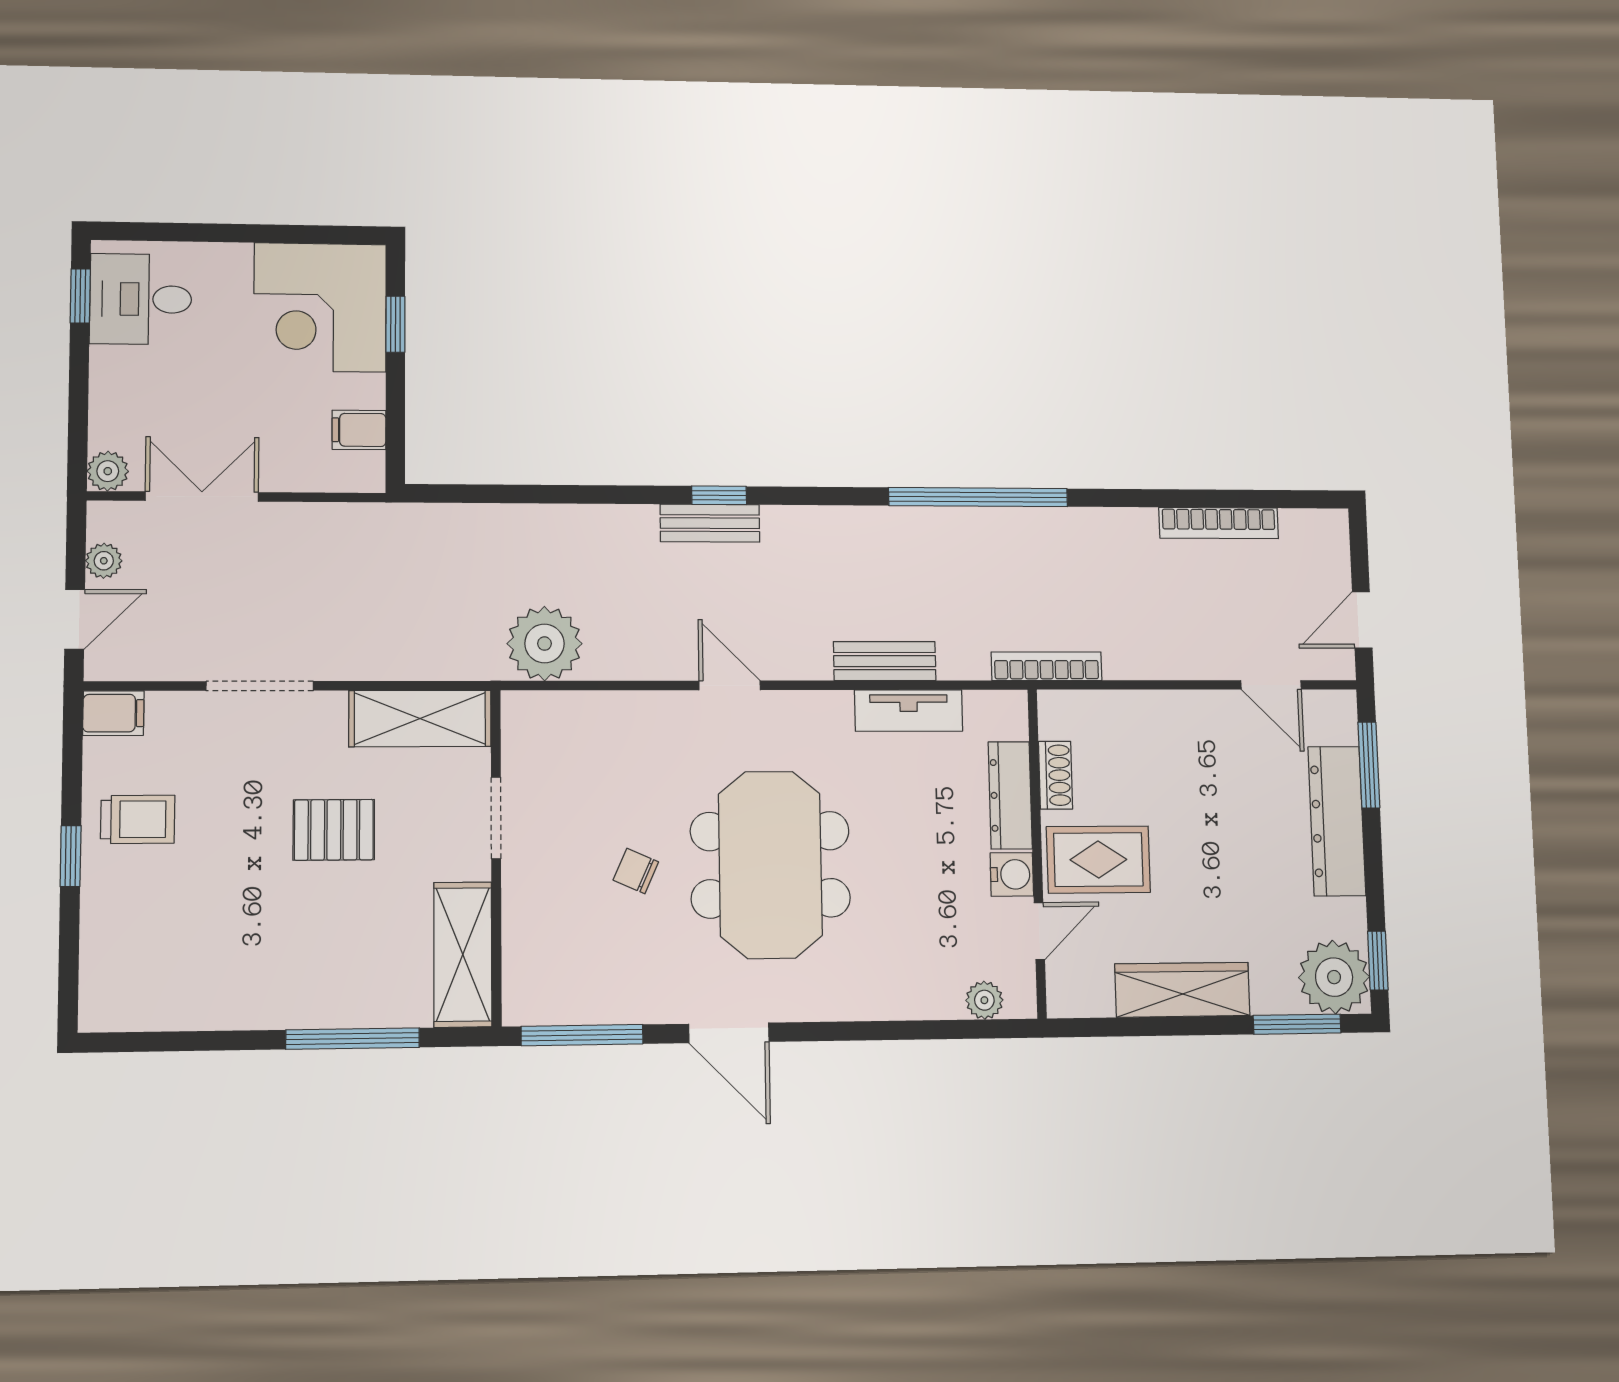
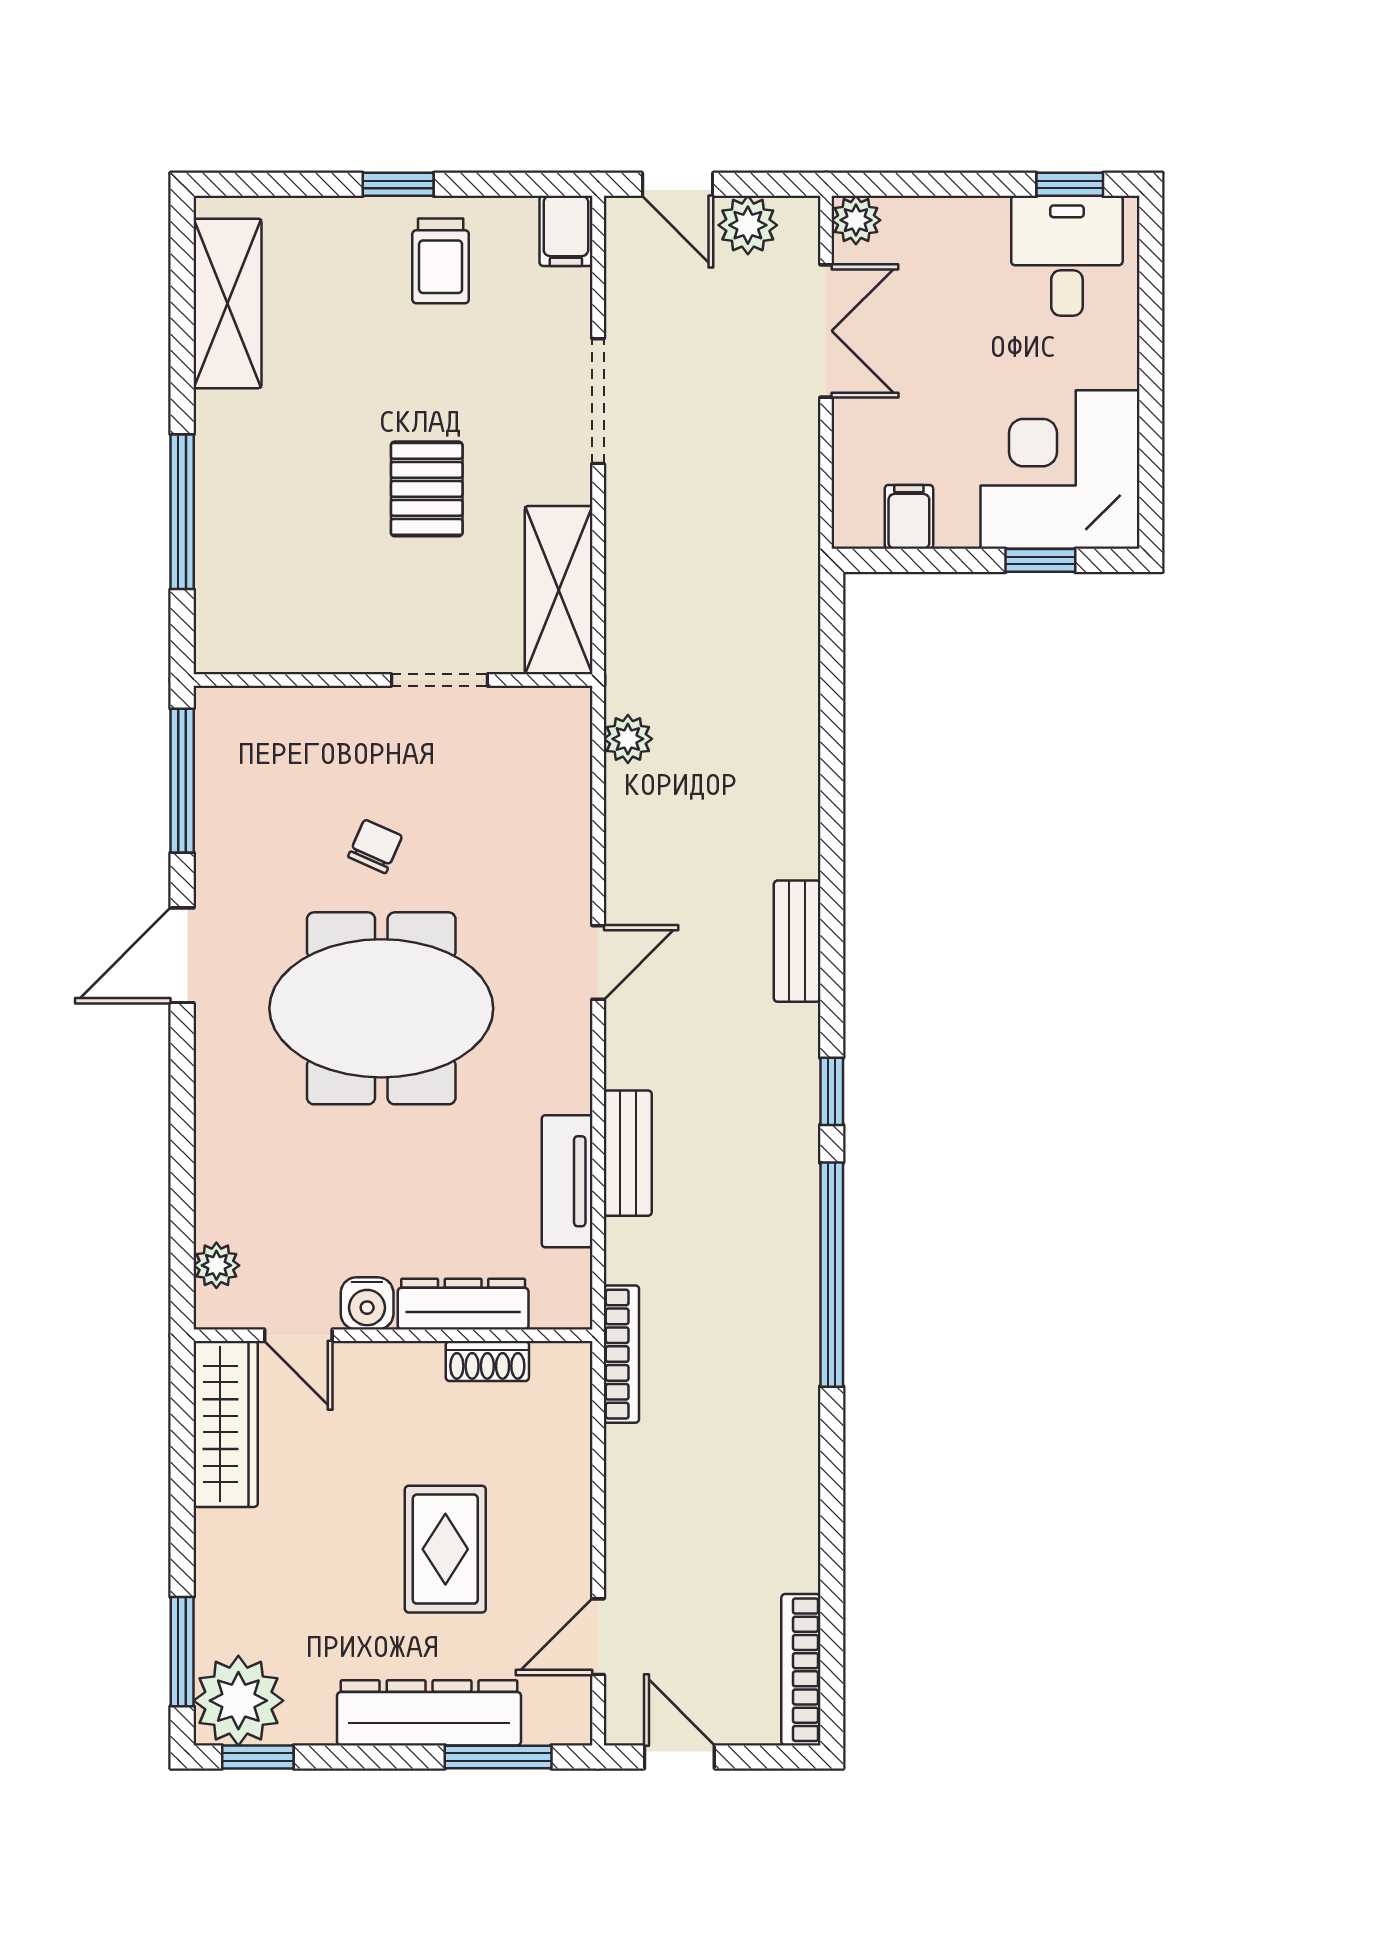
window: (719, 495) -> (832, 1091), moved
bookcase: (1219, 523) -> (801, 1670), moved
plant: (104, 561) -> (748, 225), width x1.38, depth x1.38
plant: (544, 644) -> (628, 739), width x0.53, depth x0.53
rug: (1098, 860) -> (445, 1549), moved
shelving: (463, 955) -> (227, 303), moved, turned 90
wardrobe: (1182, 990) -> (226, 1424), moved

